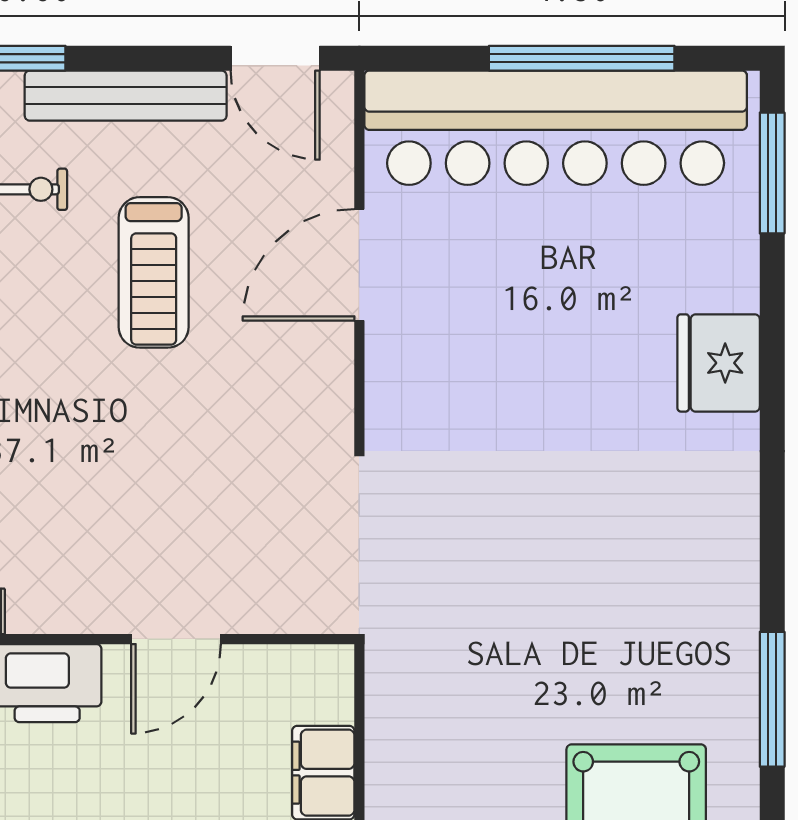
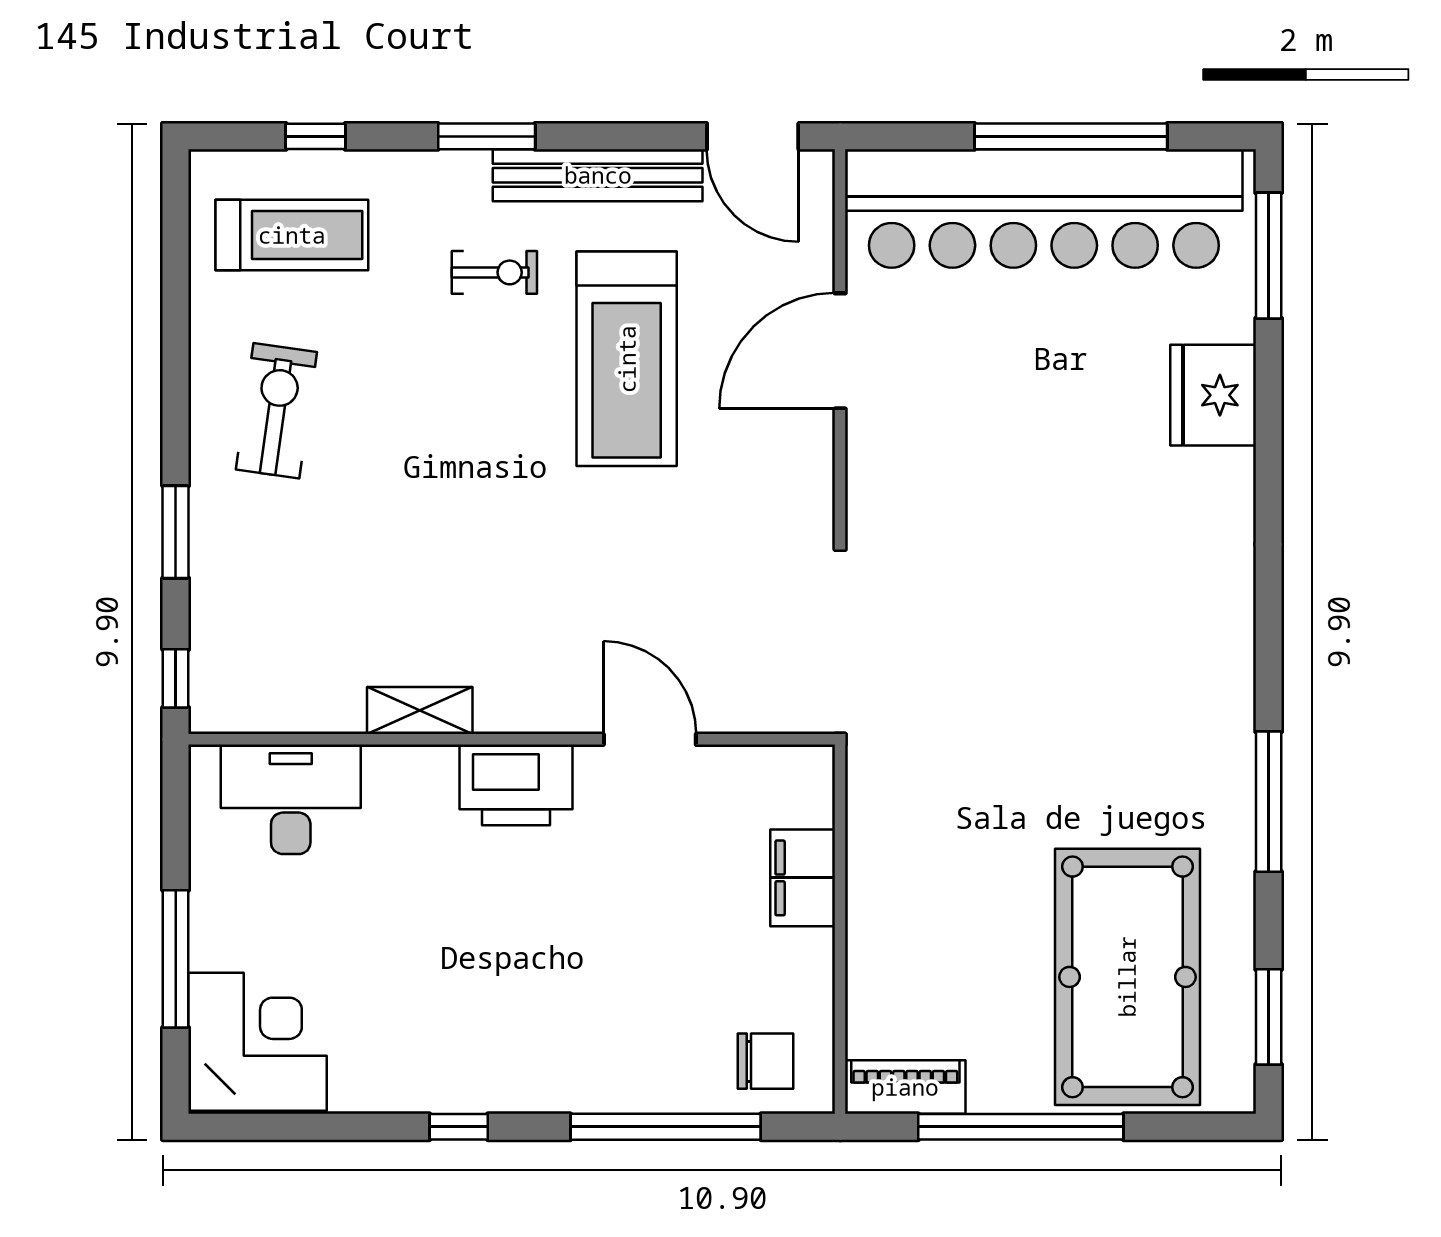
treadmill: (154, 272) -> (627, 359), width x1.37, depth x1.38
fridge: (719, 363) -> (1213, 395), moved
door: (176, 639) -> (650, 739), swing flipped

